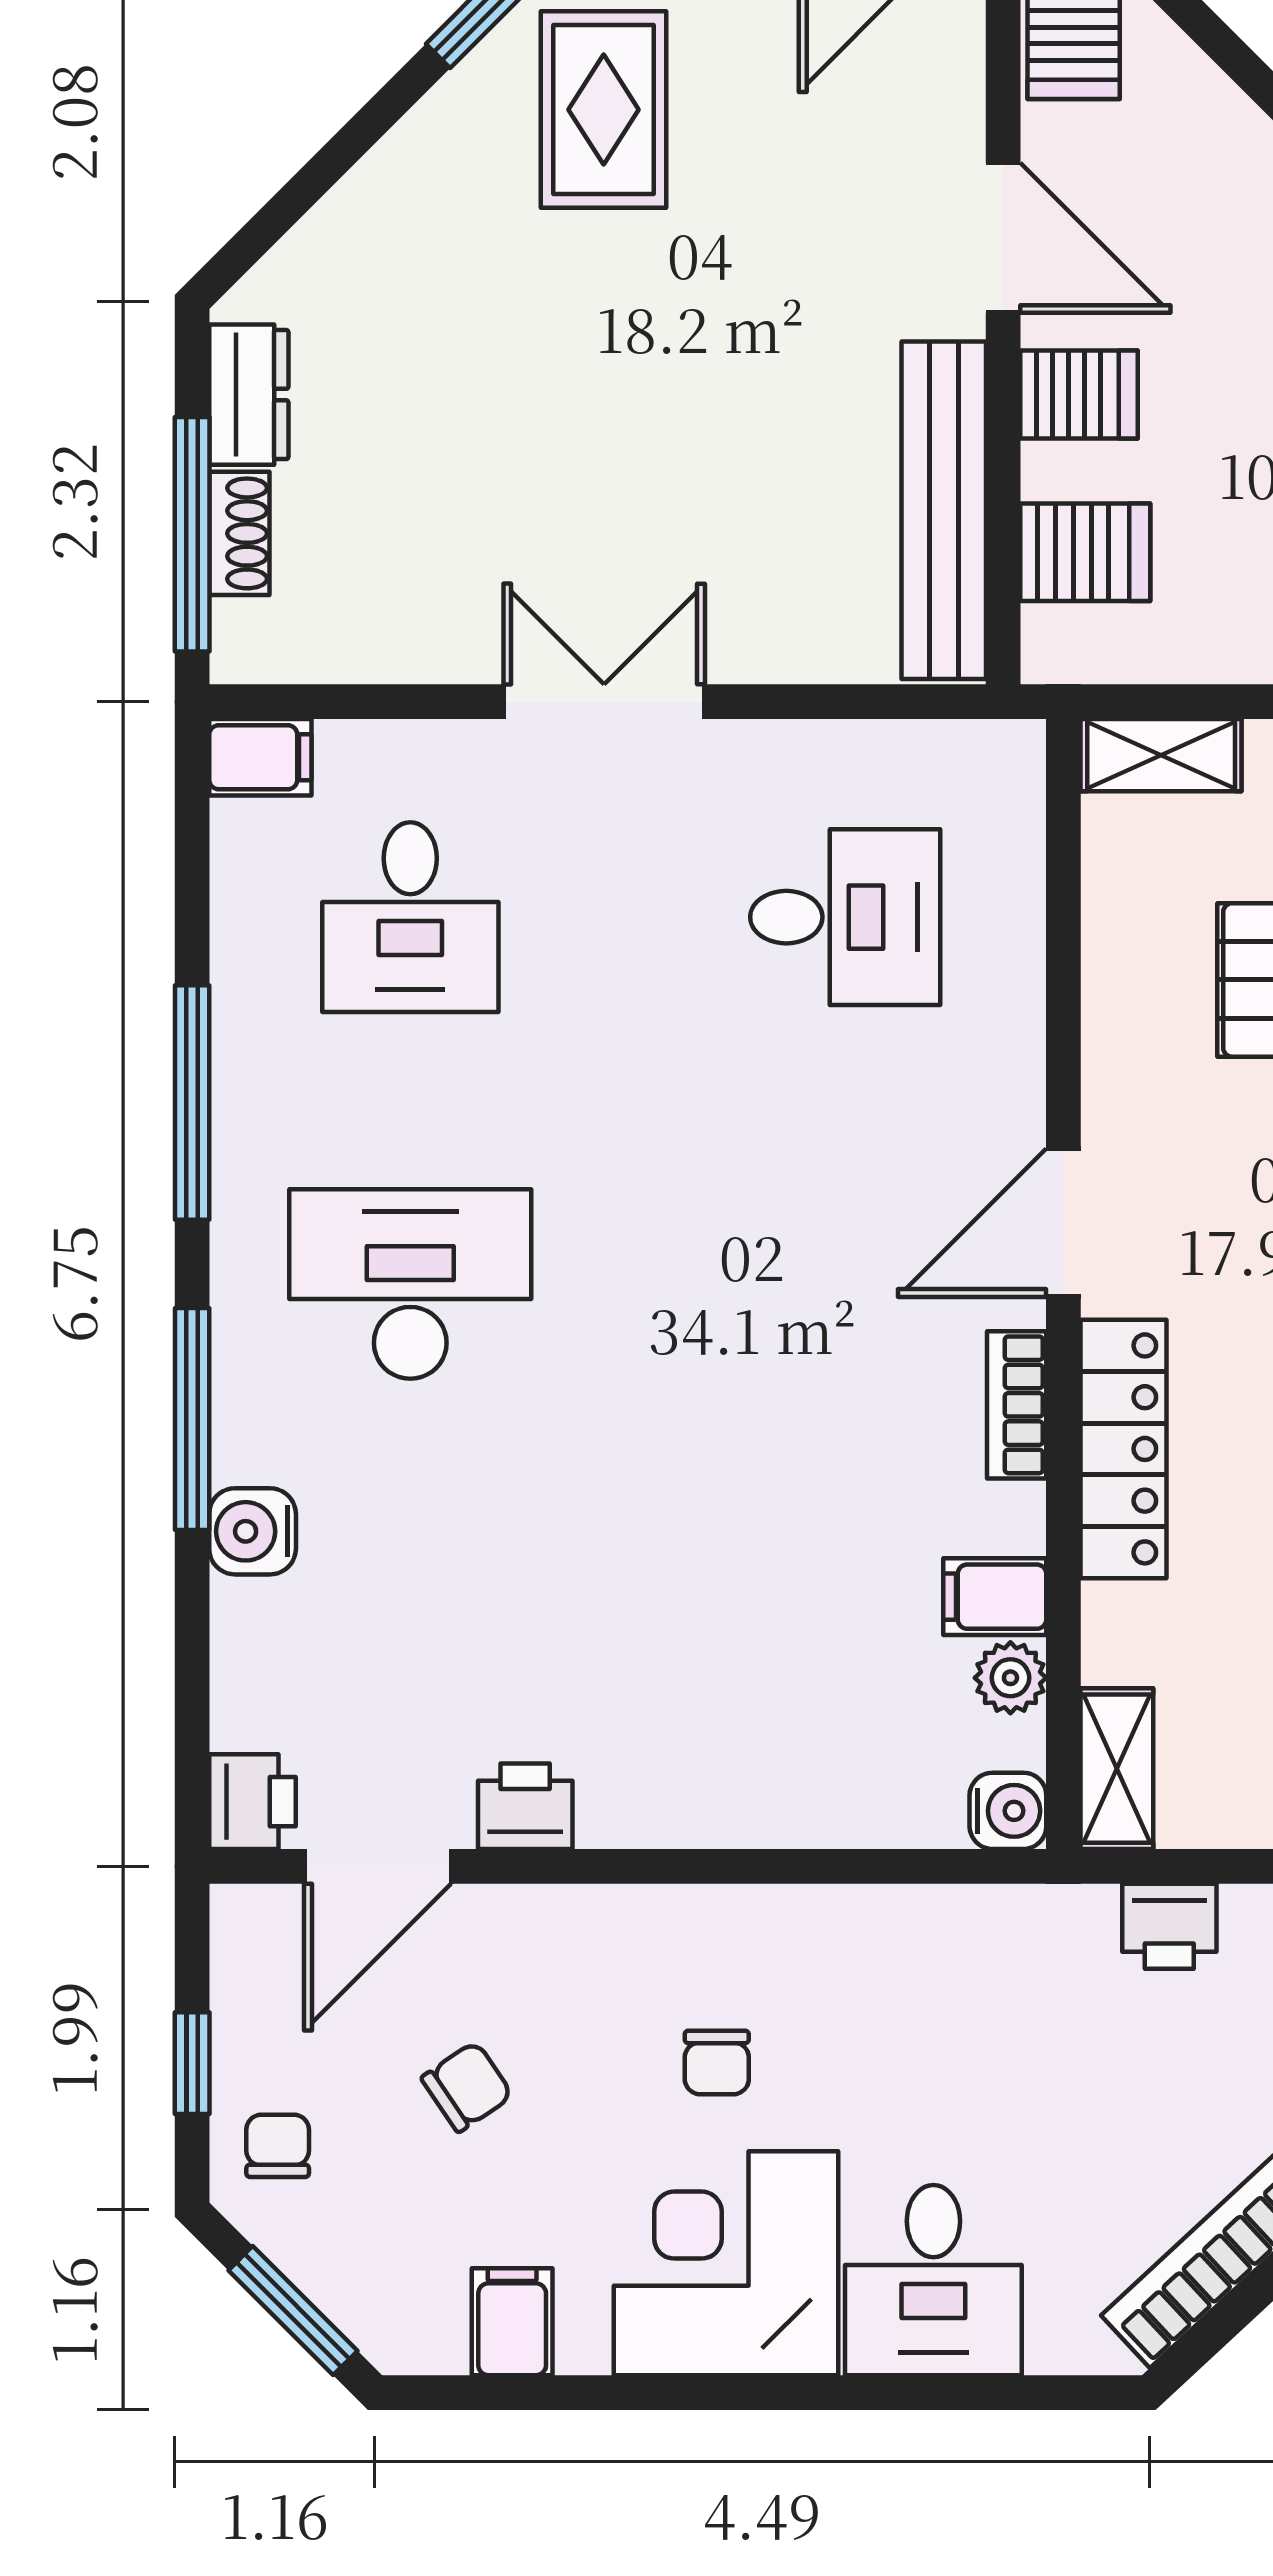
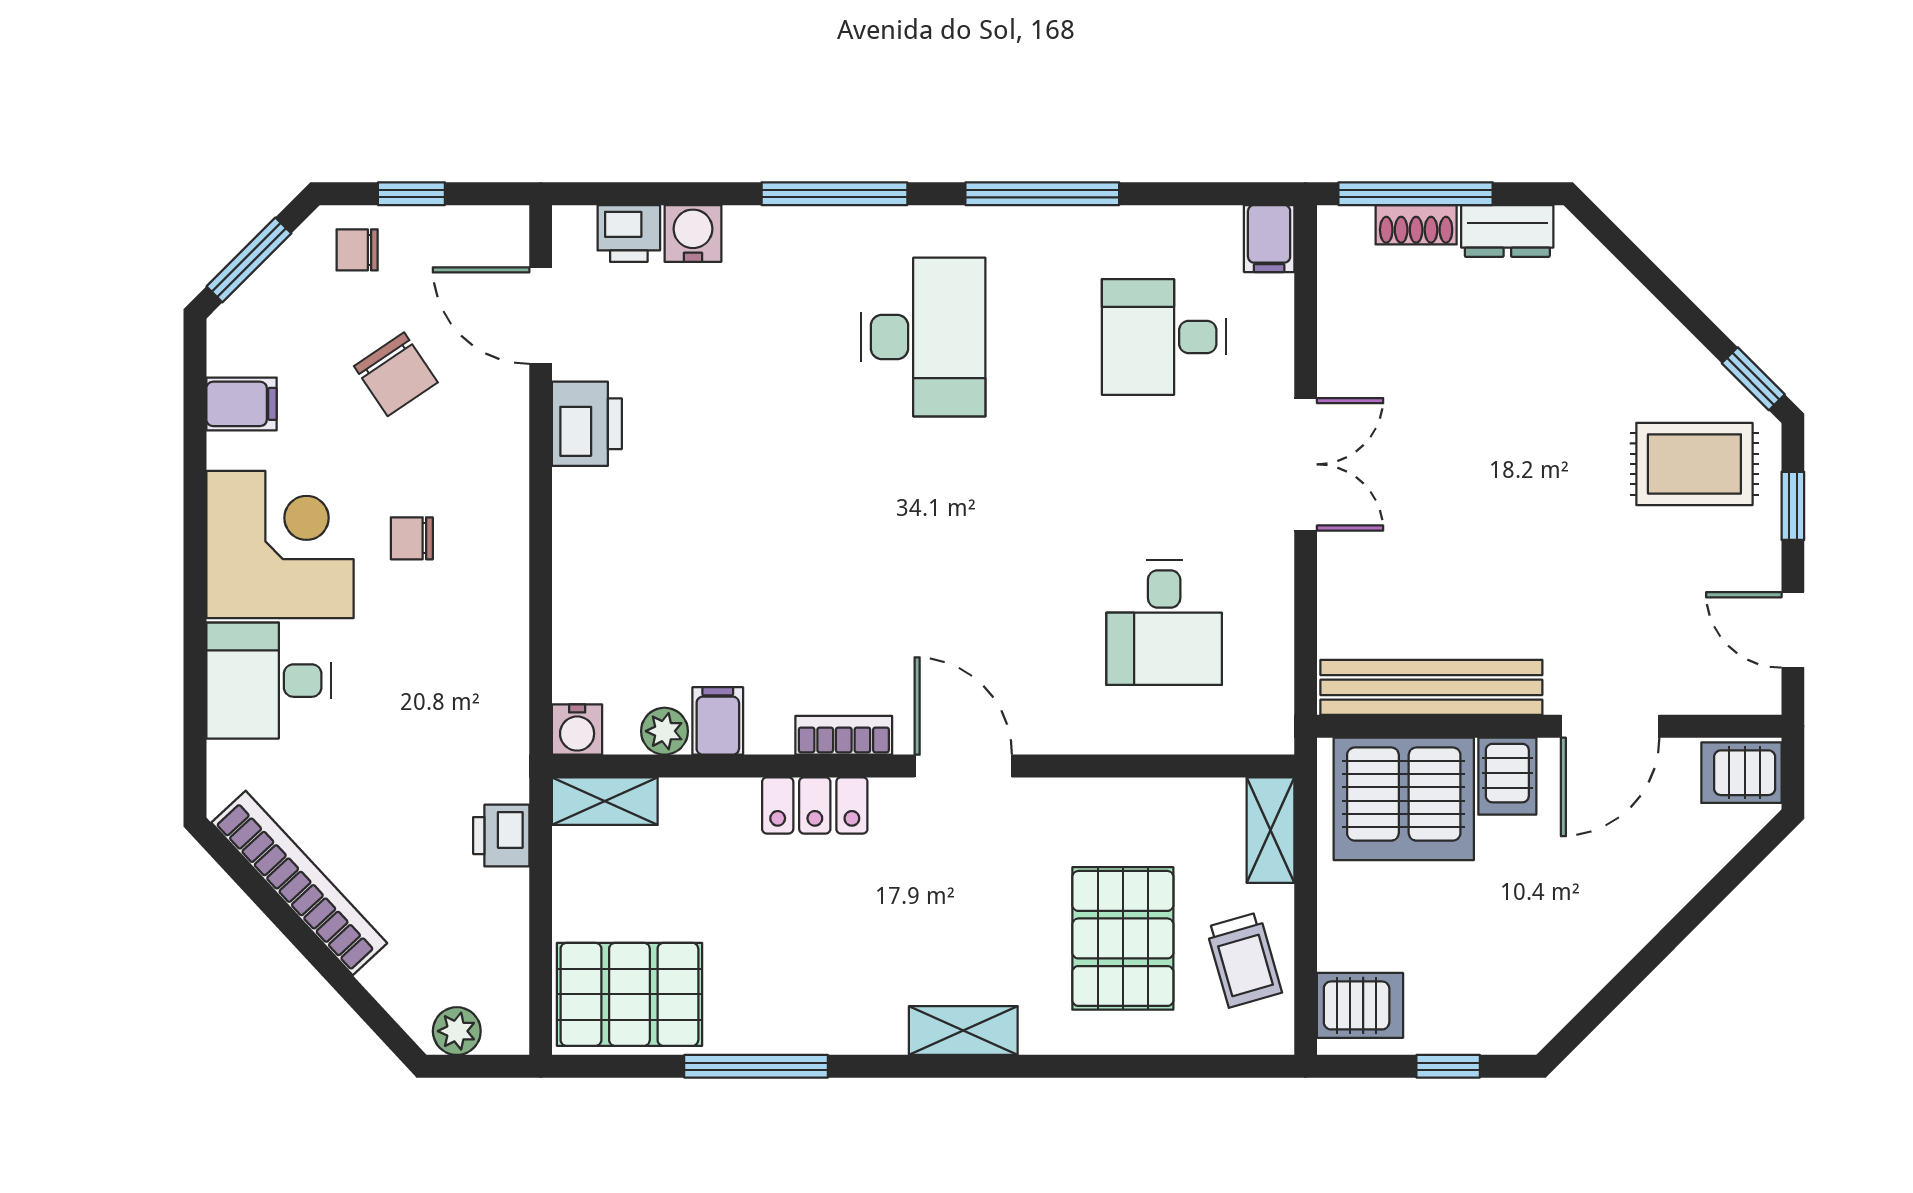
server rack: (1085, 552) -> (1404, 799), width x2.18, depth x1.44
locker: (1123, 1449) -> (815, 805), width x0.66
water cooler: (253, 1531) -> (693, 233), moved
printer: (252, 1802) -> (629, 233), moved
printer: (525, 1806) -> (587, 424), width x1.36, depth x1.24
chair: (467, 2087) -> (396, 374), width x1.37, depth x1.37
chair: (278, 2146) -> (357, 250), turned 180

